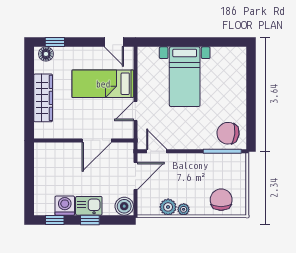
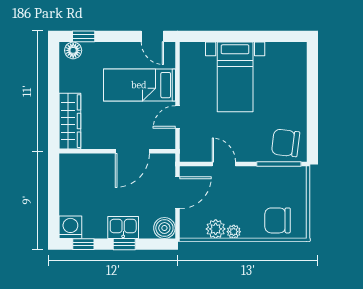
wardrobe: (43, 98) -> (70, 121), moved
door: (157, 151) -> (224, 164), moved
chair: (221, 200) -> (278, 220), turned -90
washing machine: (65, 206) -> (70, 227), moved

